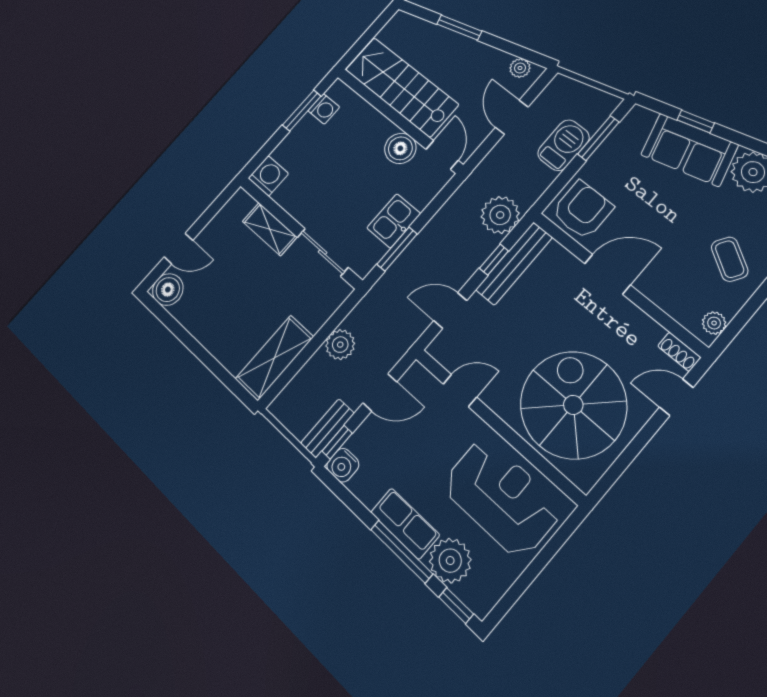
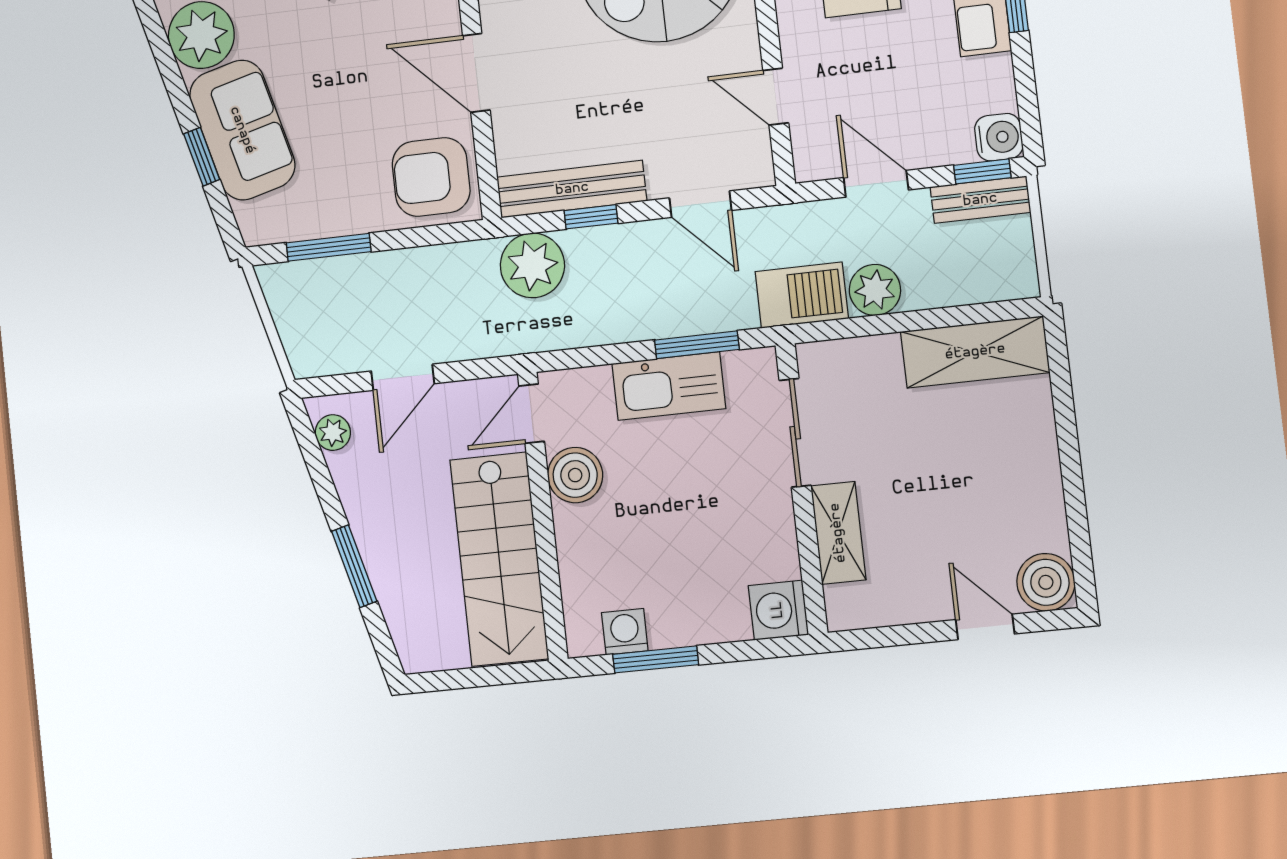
barbecue: (564, 145) -> (802, 295), moved, turned 180
kitchen sink: (394, 221) -> (669, 386), width x1.38

